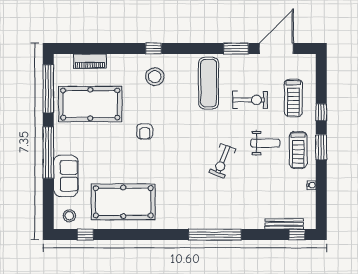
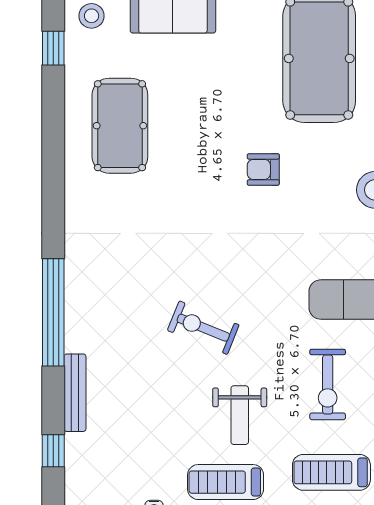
pool table: (123, 202) -> (120, 126), width x0.73, depth x0.76
bench: (284, 224) -> (75, 393), moved
window: (297, 235) -> (53, 451), moved

